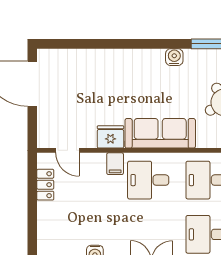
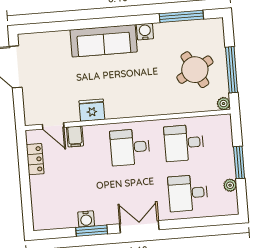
sofa: (160, 133) -> (104, 41), moved, turned 180
filing cabinet: (115, 164) -> (75, 136), moved

